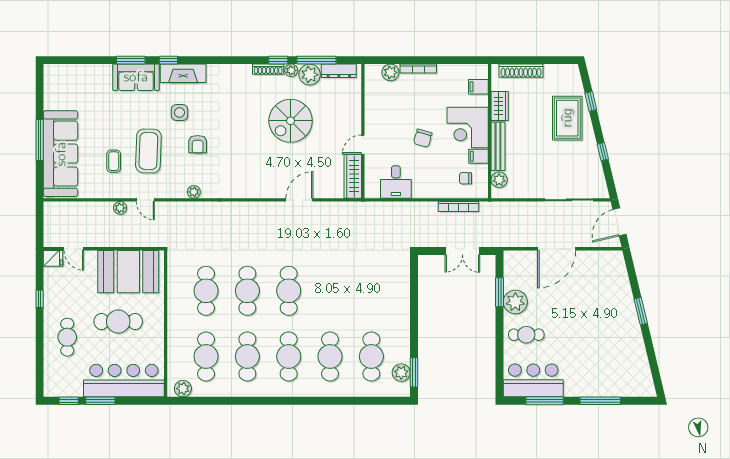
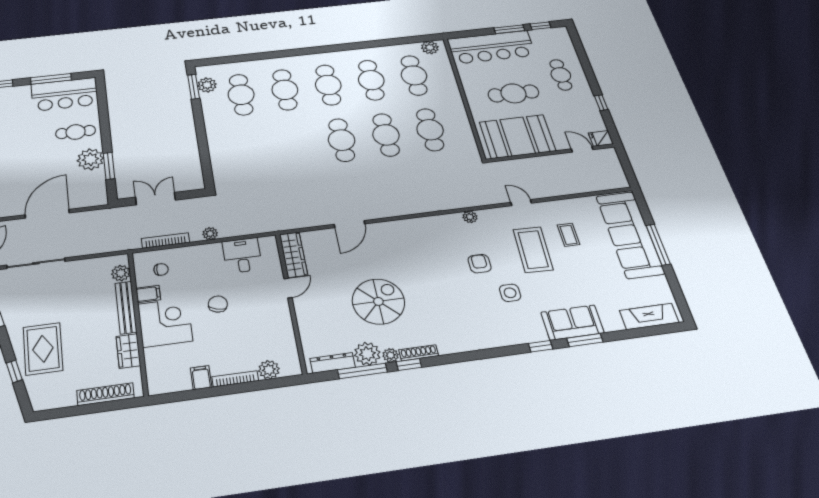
fireplace: (183, 73) -> (649, 316), moved
filing cabinet: (478, 87) -> (201, 378), moved, turned -90
plant: (120, 208) -> (210, 234), moved

